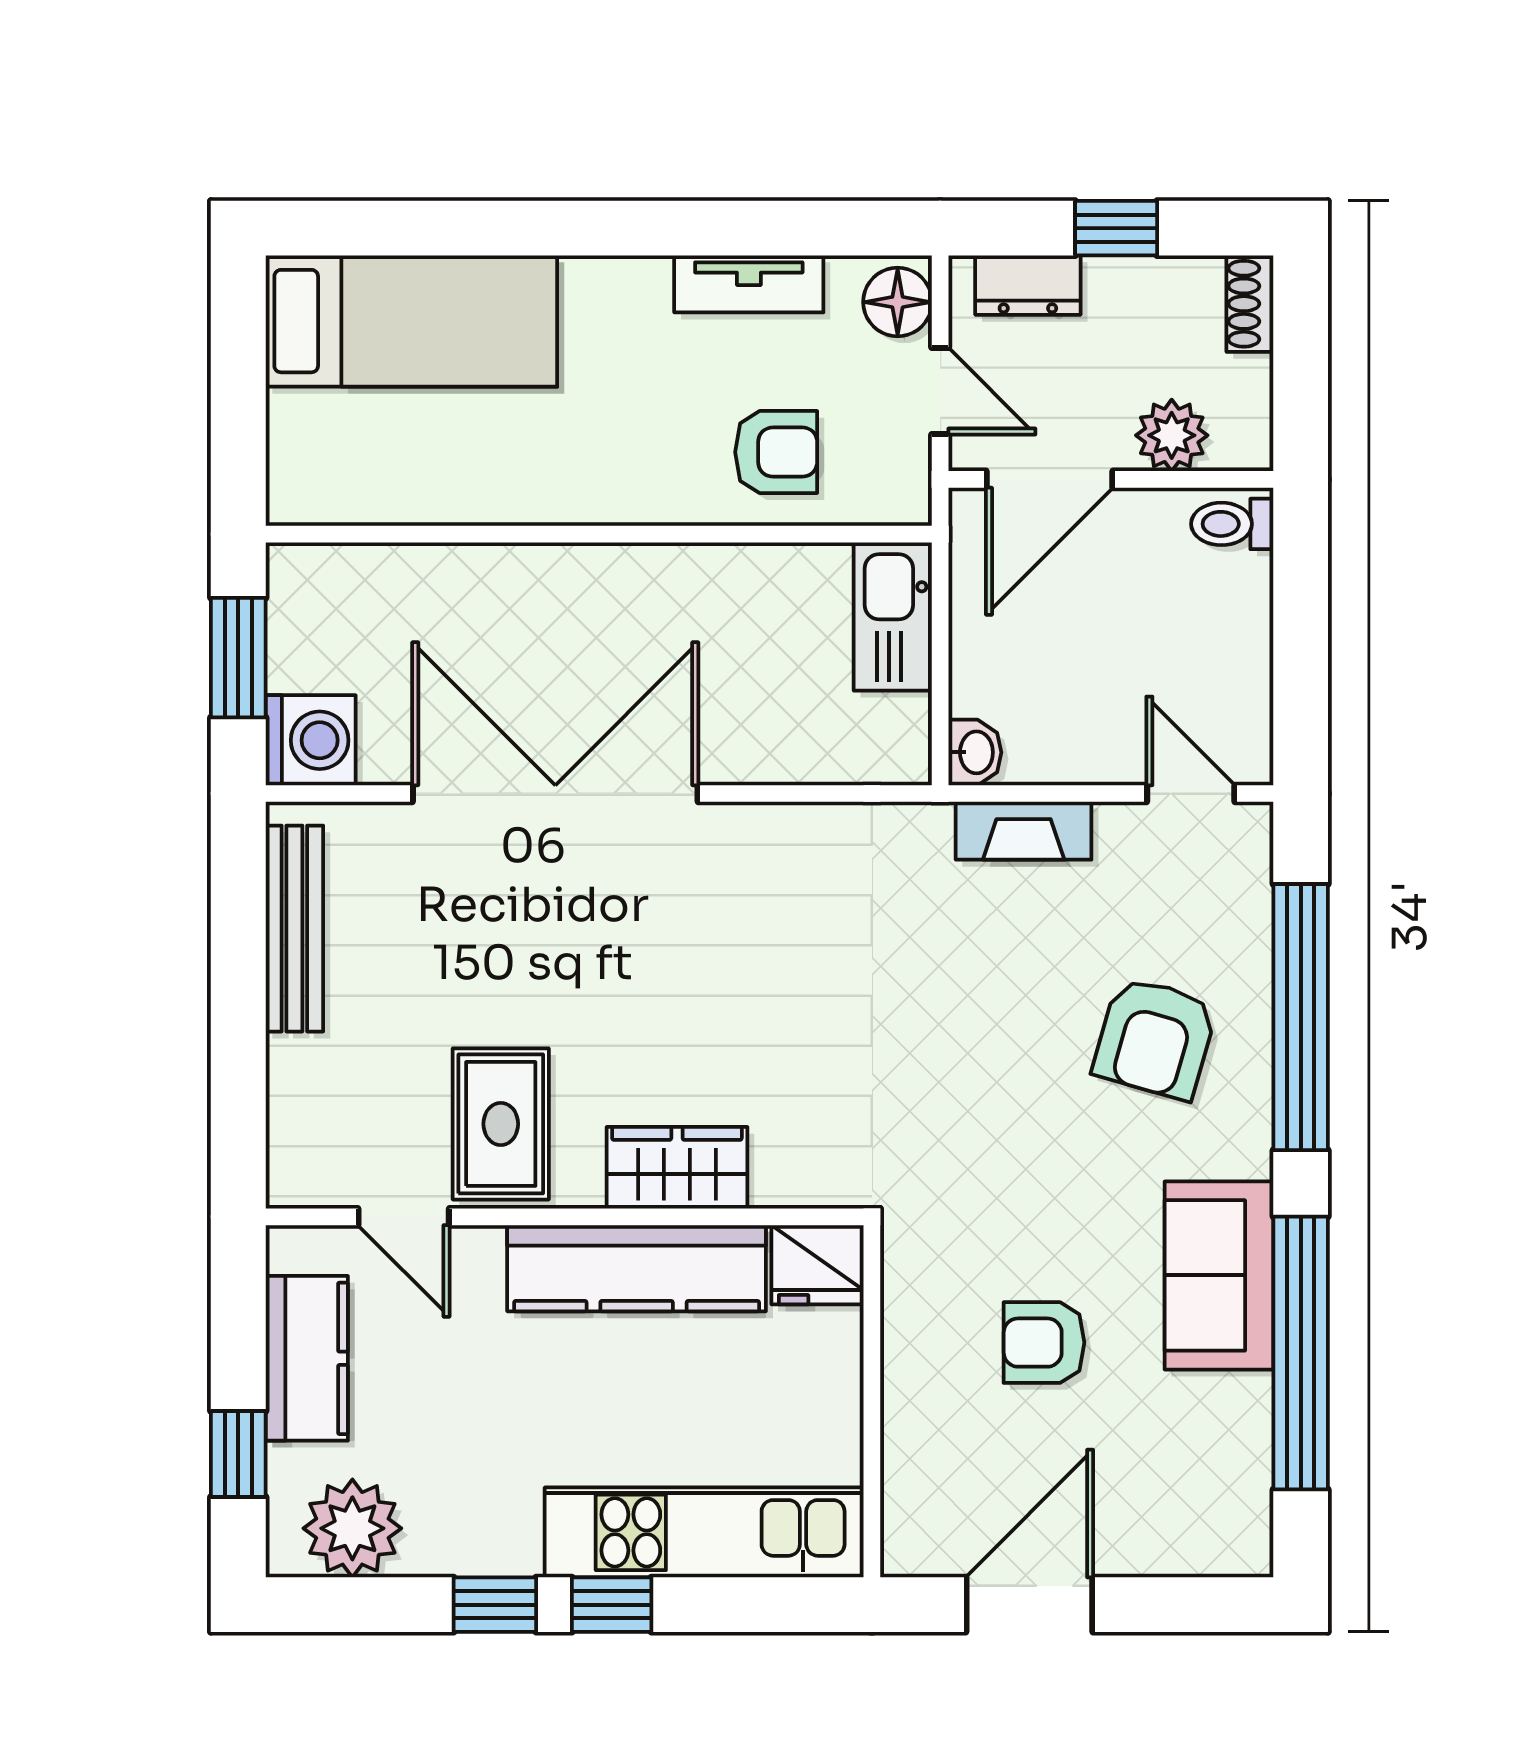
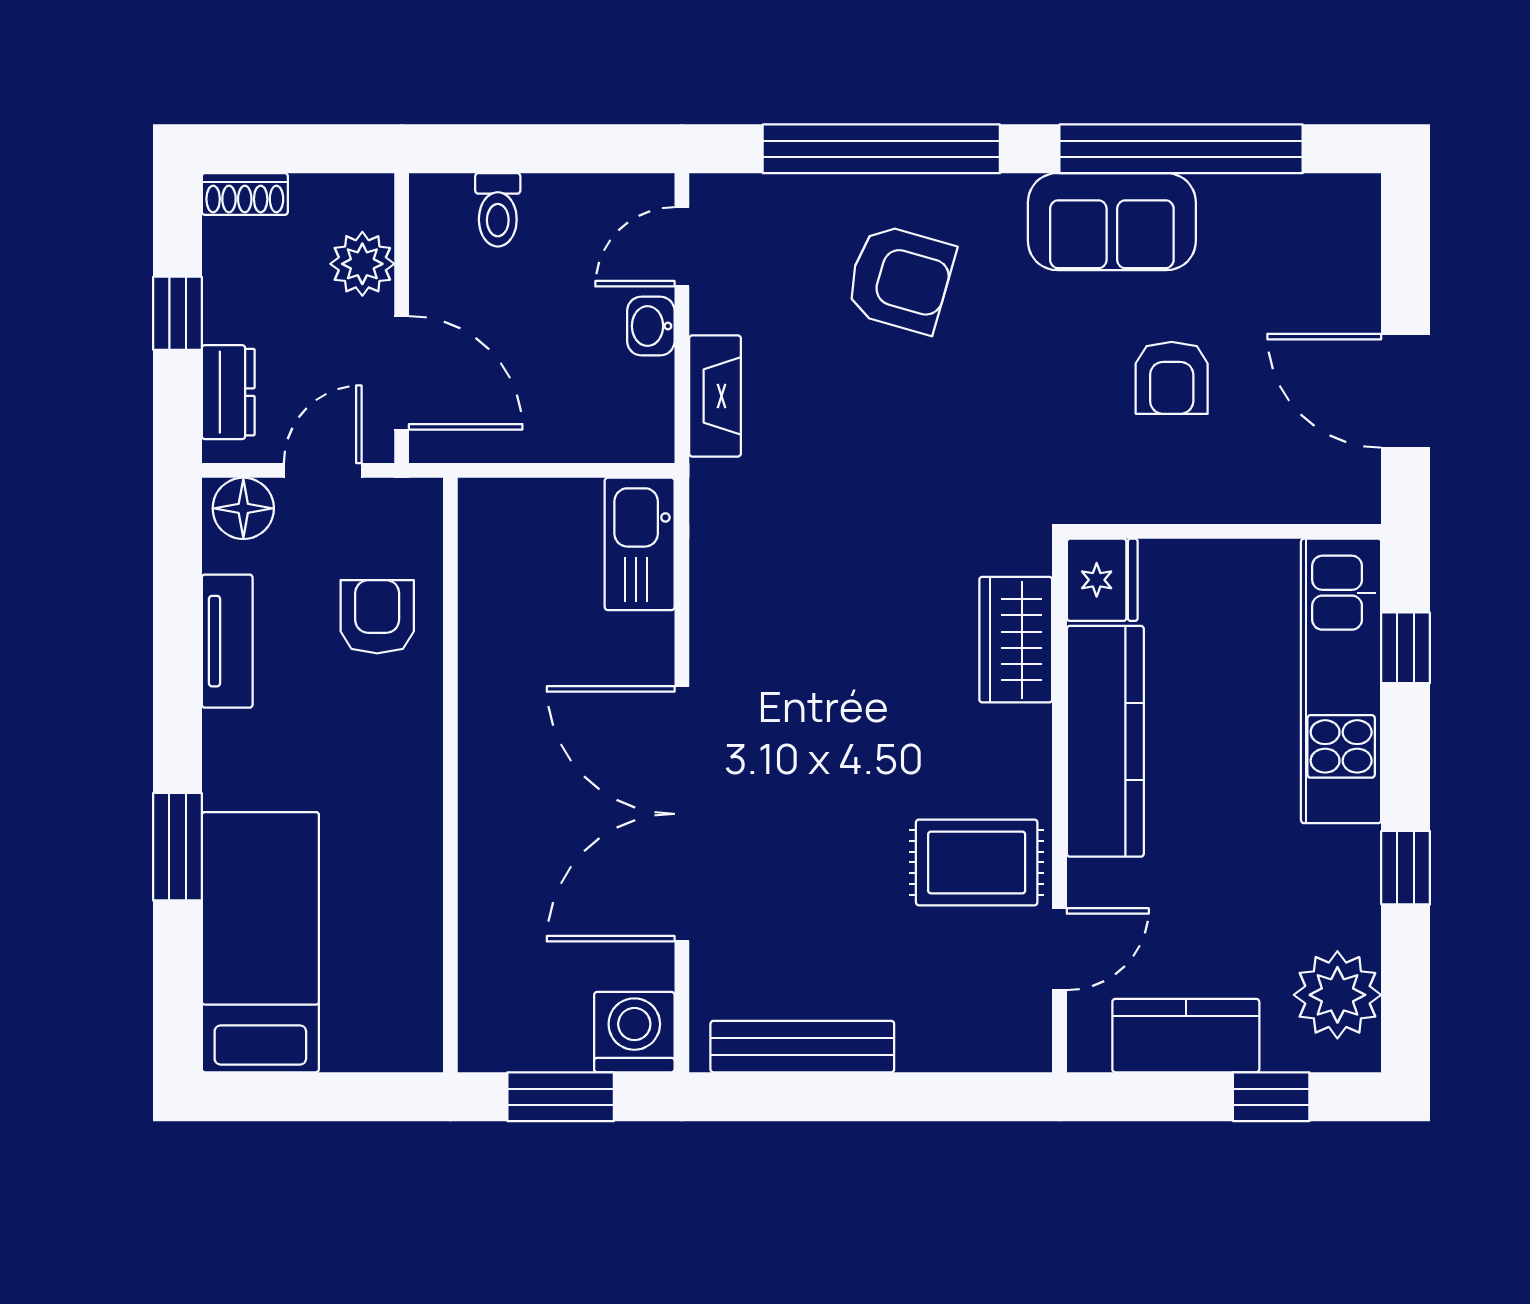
window: (518, 228) -> (177, 847), added
toilet: (1232, 524) -> (498, 210), moved
kitchen sink: (893, 616) -> (640, 544), moved, turned 90
washbasin: (975, 752) -> (651, 326), moved, turned -90
wardrobe: (677, 1168) -> (1016, 640), moved
window: (612, 1605) -> (1406, 648), moved

